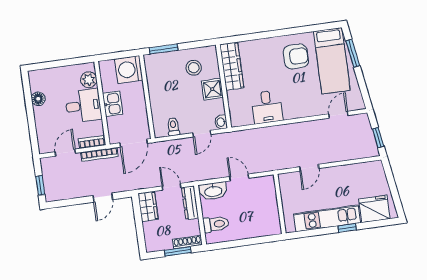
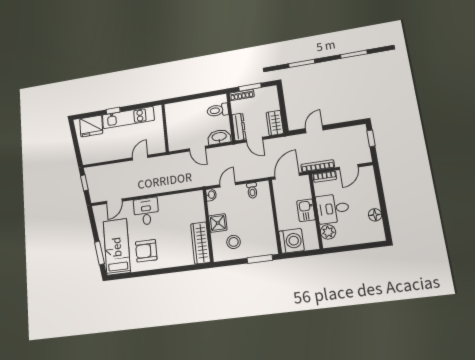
desk: (267, 107) -> (146, 211), moved

